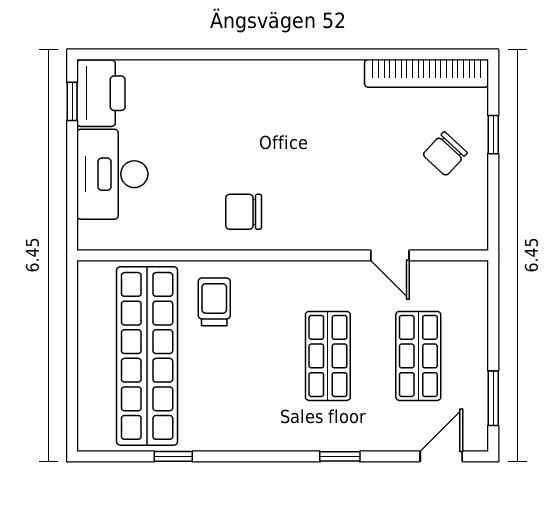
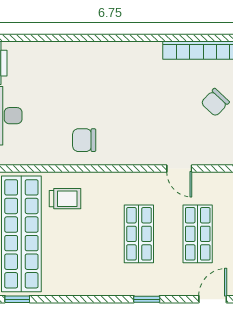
trolley: (214, 302) -> (65, 199), turned 90
window: (173, 456) -> (17, 299), moved

